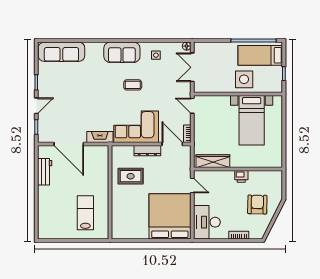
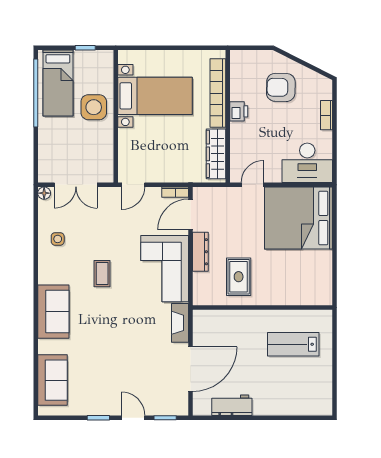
sofa: (61, 52) -> (53, 380), width x0.73
sofa: (122, 52) -> (53, 312), moved
bookcase: (254, 162) -> (218, 93), added

